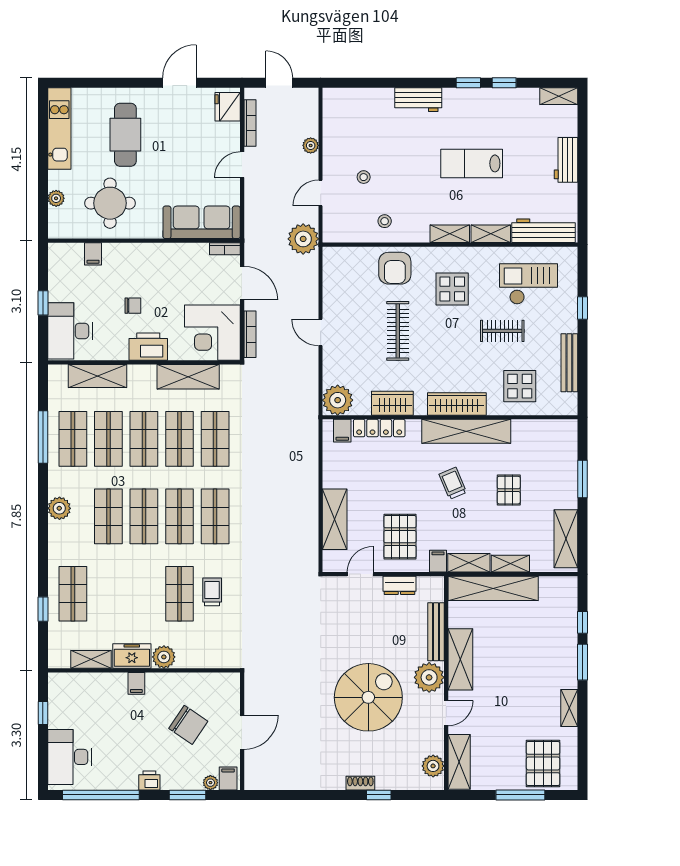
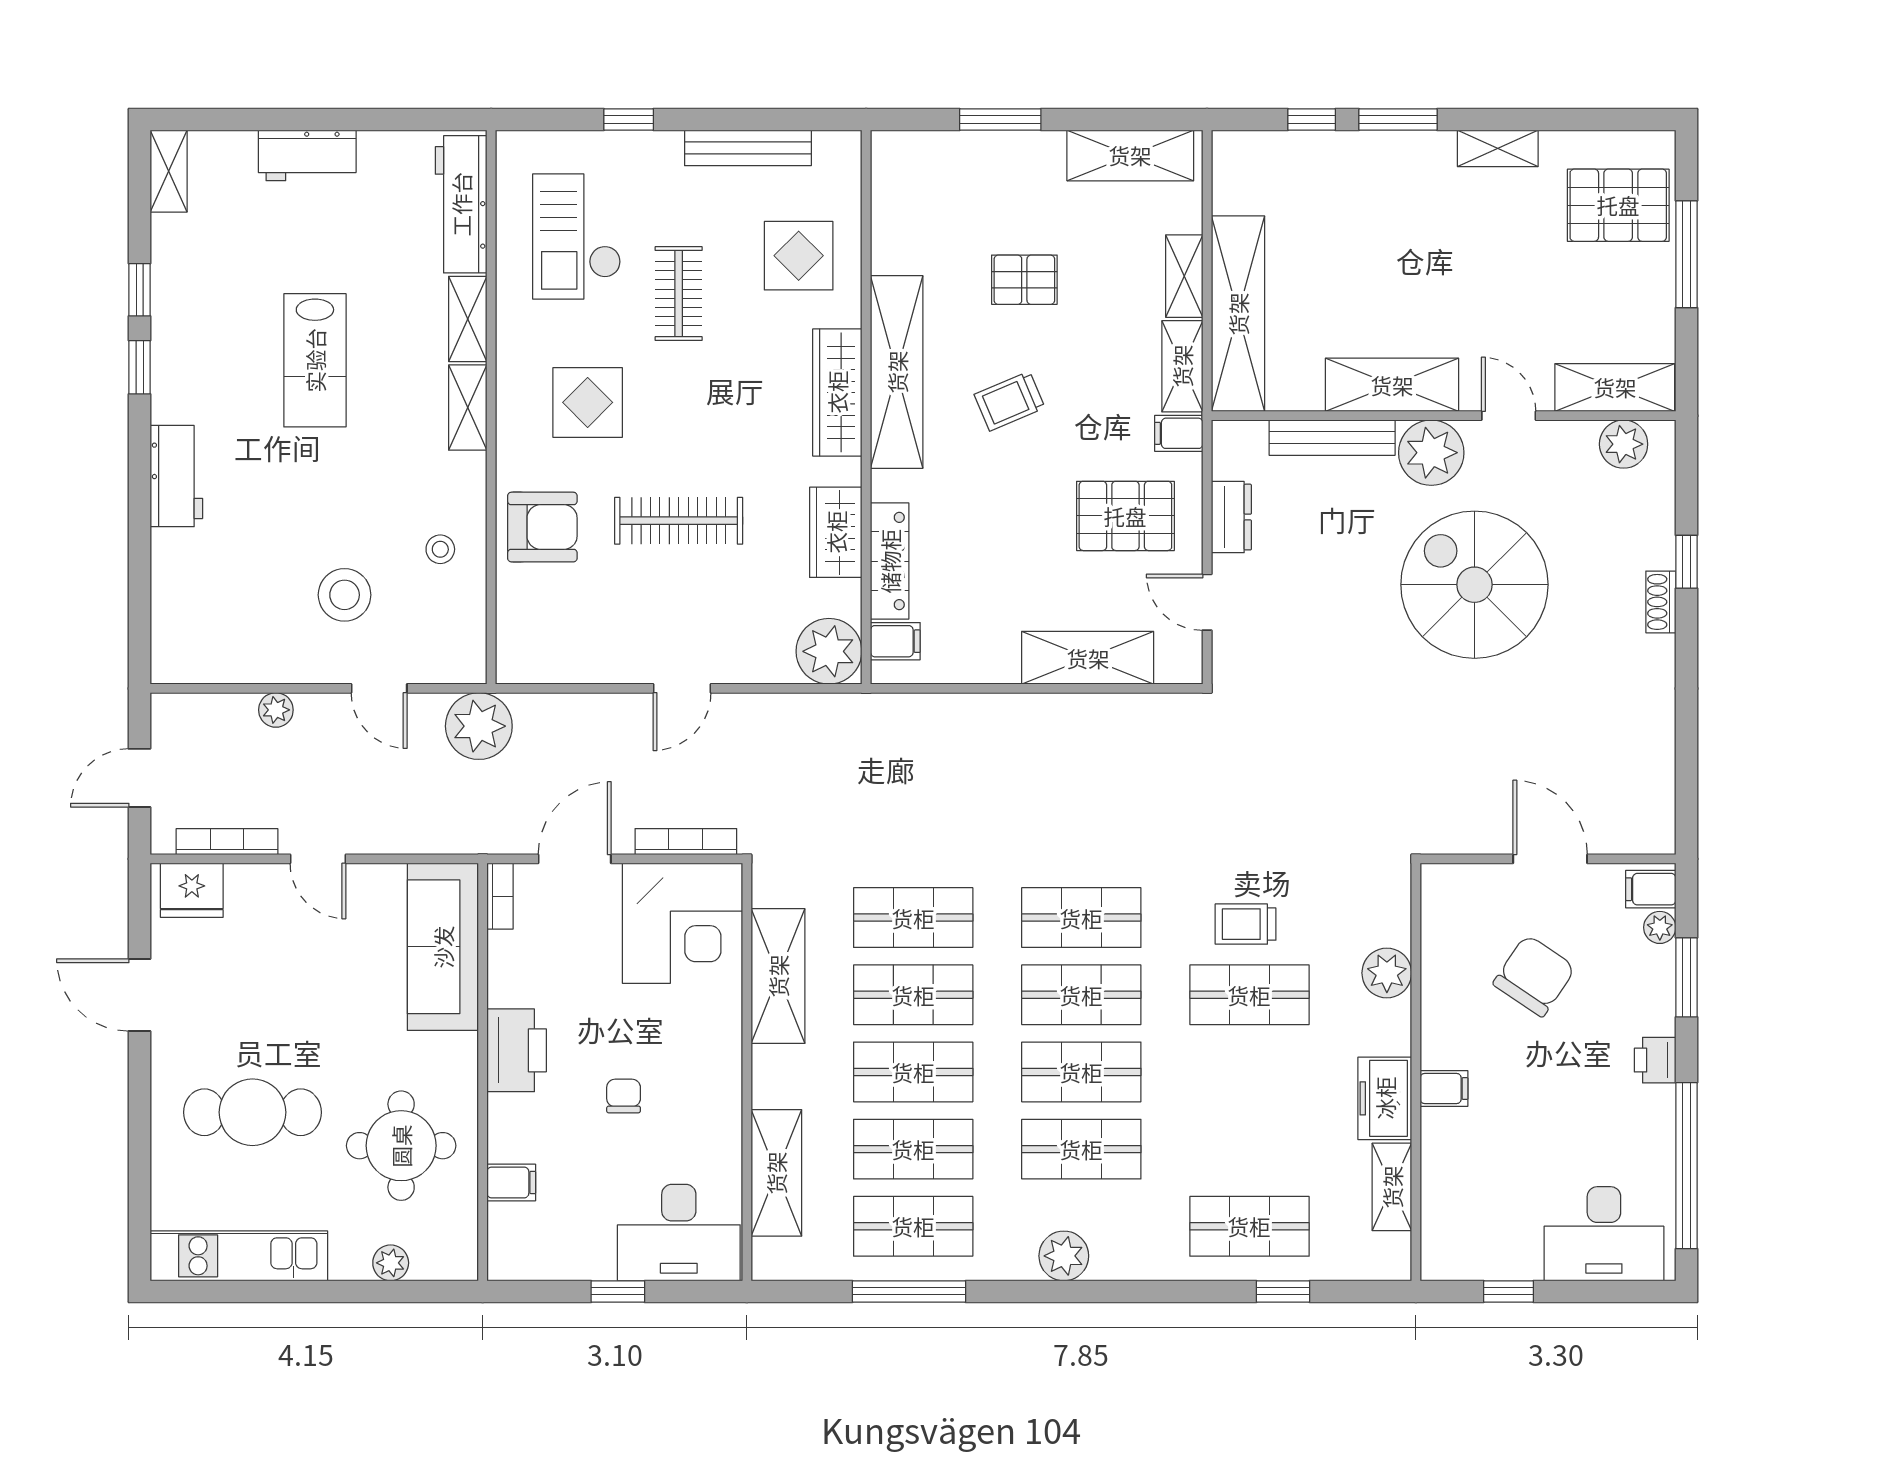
stool: (364, 177) -> (345, 595), width x1.89, depth x1.89
printer: (148, 347) -> (517, 1050), moved, turned 180
plant: (164, 657) -> (1387, 973), moved

